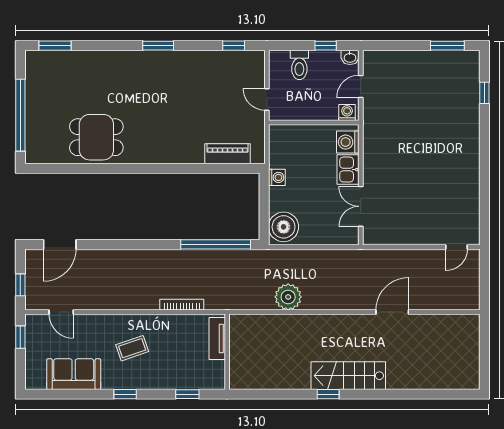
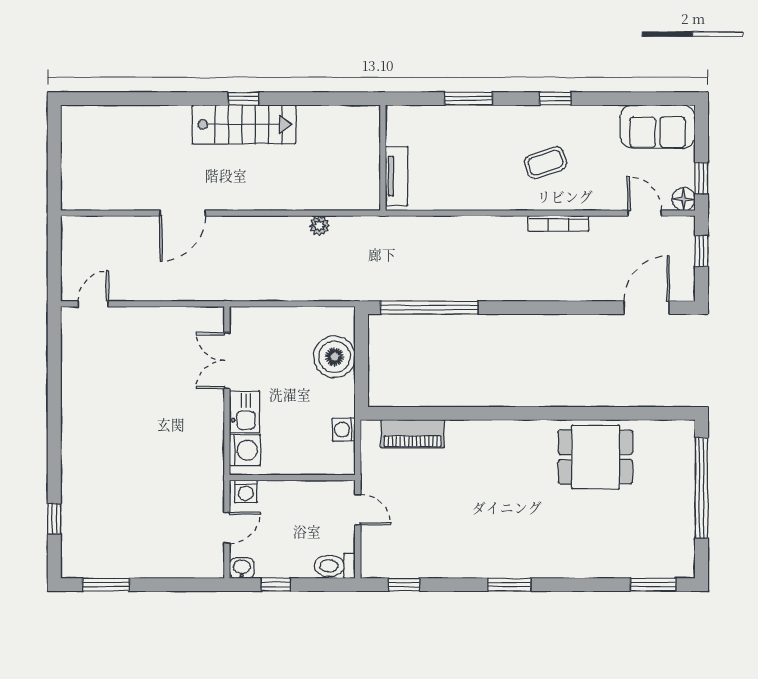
toilet: (299, 65) -> (335, 566), moved, turned -90
washing machine: (277, 177) -> (344, 430), moved
double door: (361, 206) -> (227, 360), swing flipped
boiler: (284, 227) -> (334, 357), moved
plant: (288, 297) -> (319, 226), width x0.53, depth x0.53
bookcase: (182, 305) -> (558, 223), moved
floor lamp: (33, 322) -> (684, 199), added
tv unit: (217, 339) -> (397, 176), moved
wall: (227, 352) -> (383, 158), moved
sofa: (74, 374) -> (658, 127), moved
window: (187, 394) -> (468, 99), width x1.50
window: (328, 394) -> (243, 99), moved

